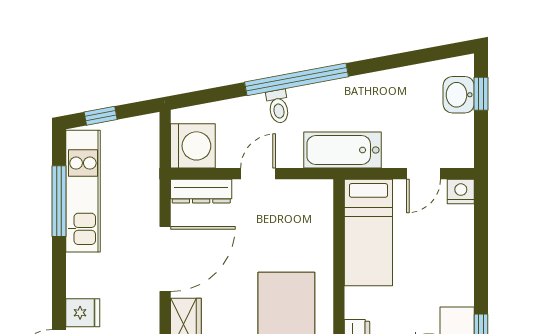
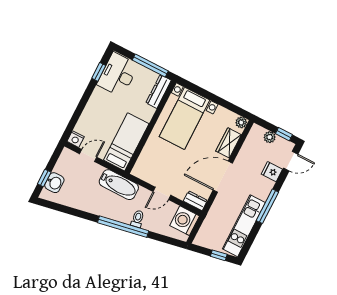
dresser: (201, 191) -> (195, 201), width x0.70
window: (59, 201) -> (267, 206), moved

